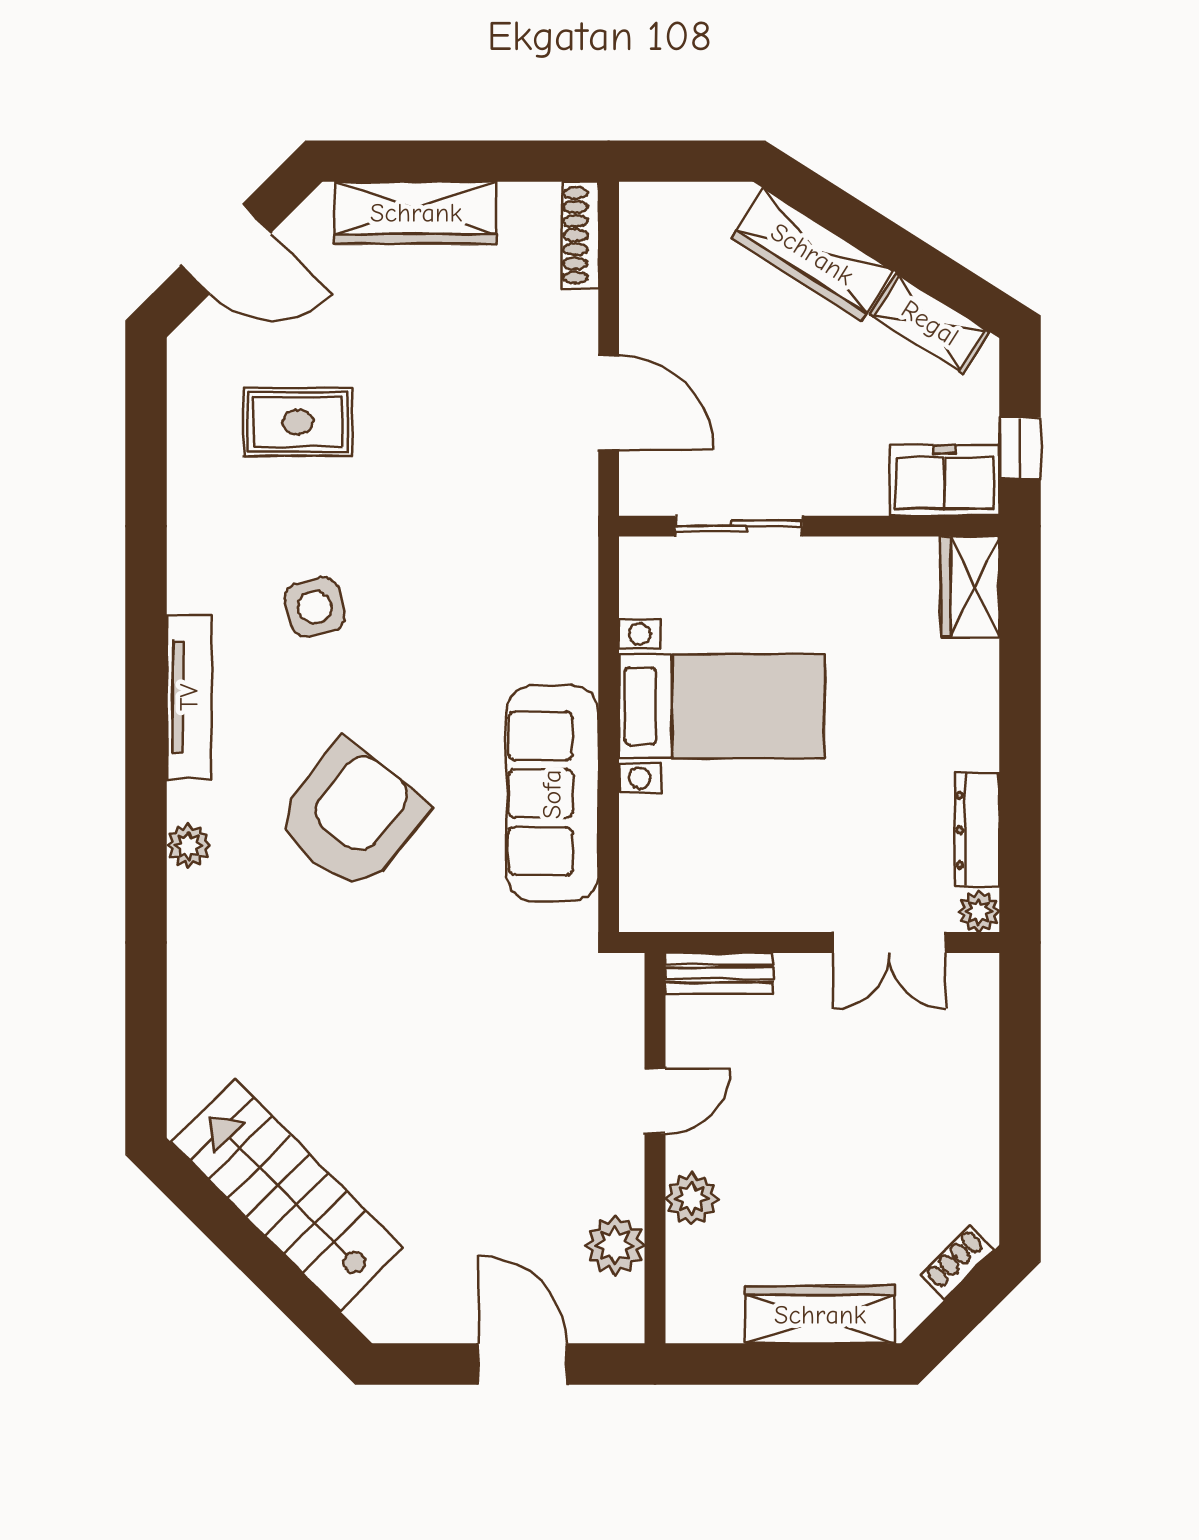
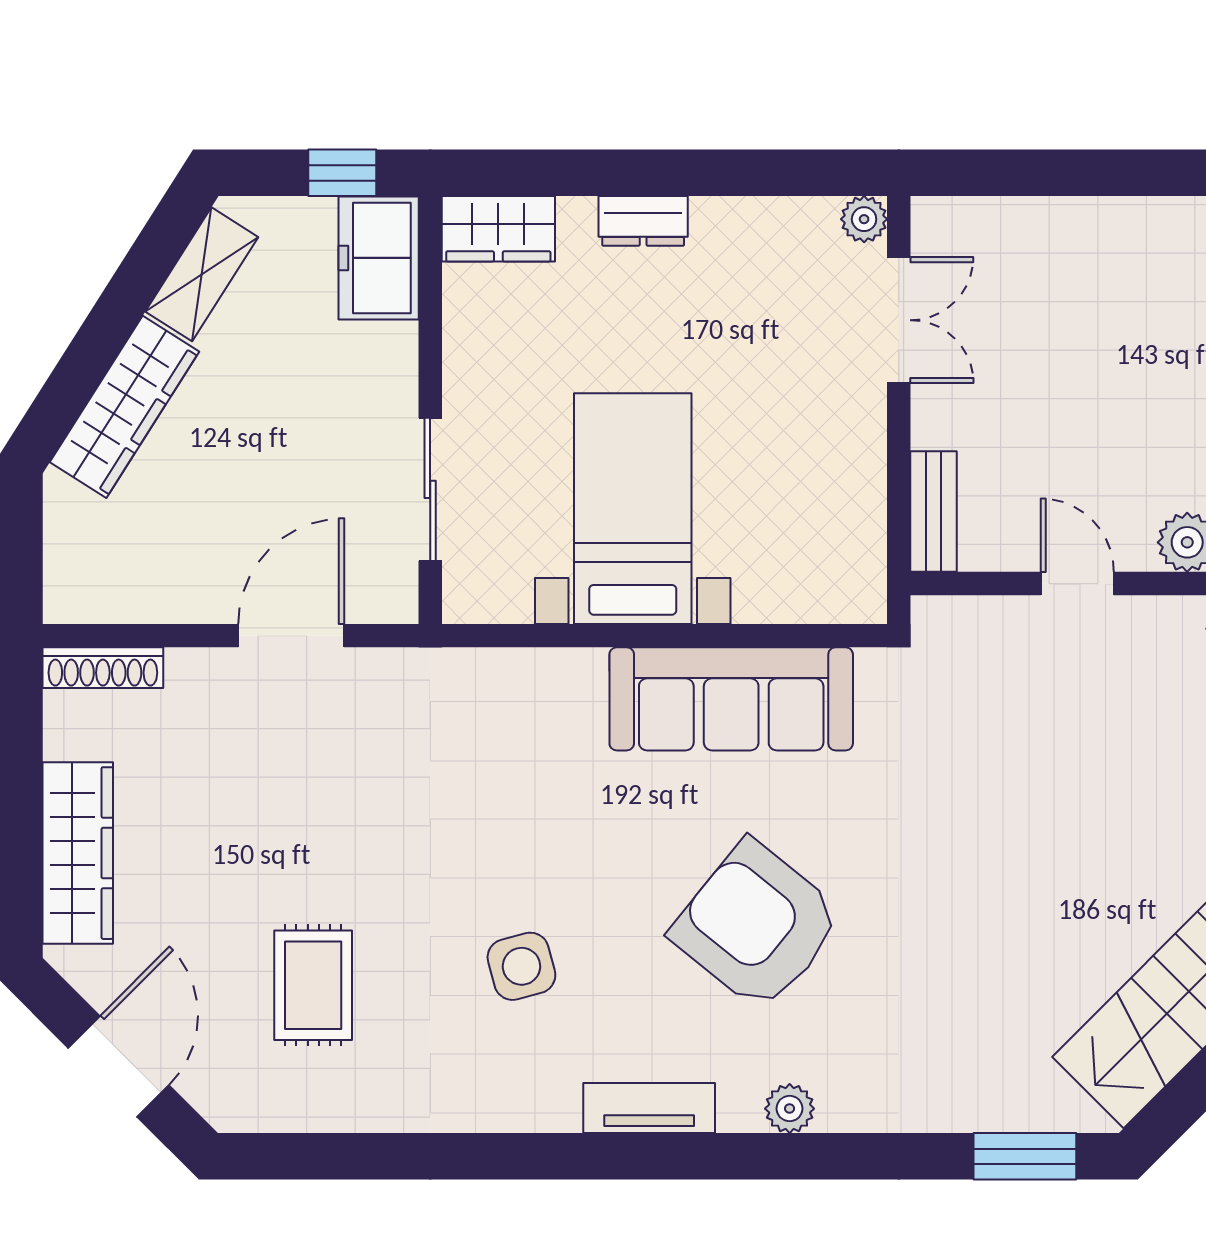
tv unit: (189, 697) -> (649, 1108), width x0.71
dresser: (977, 830) -> (643, 221), moved, width x0.70
window: (146, 1055) -> (1025, 1156), added

